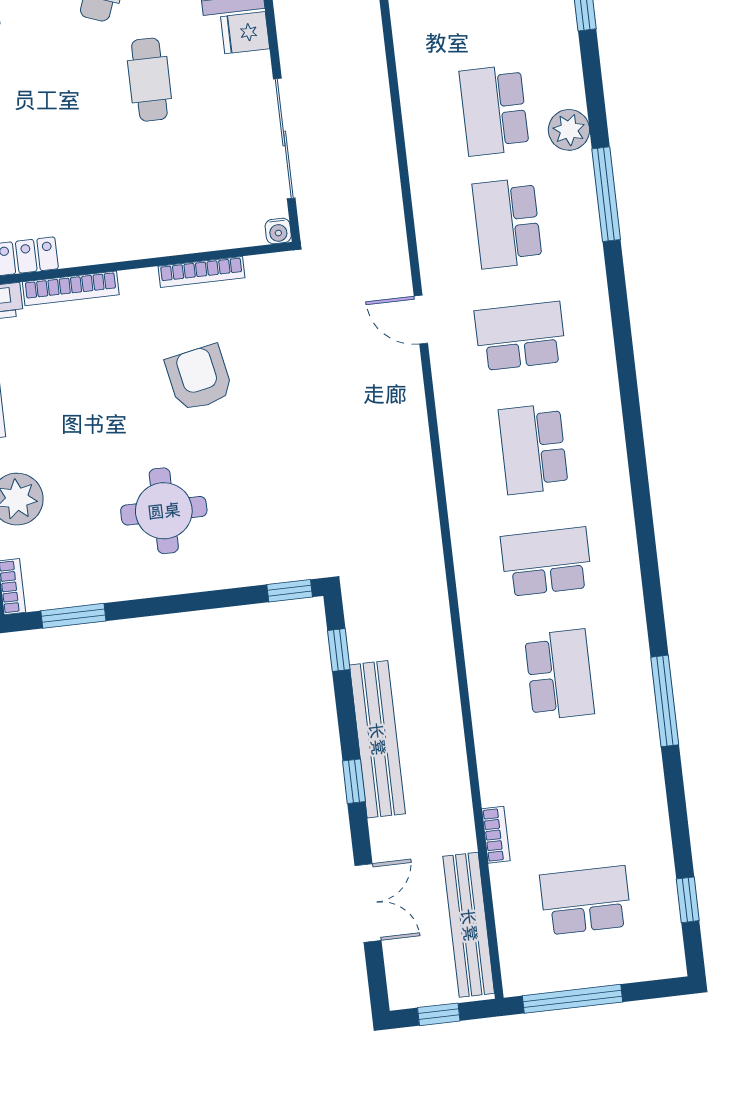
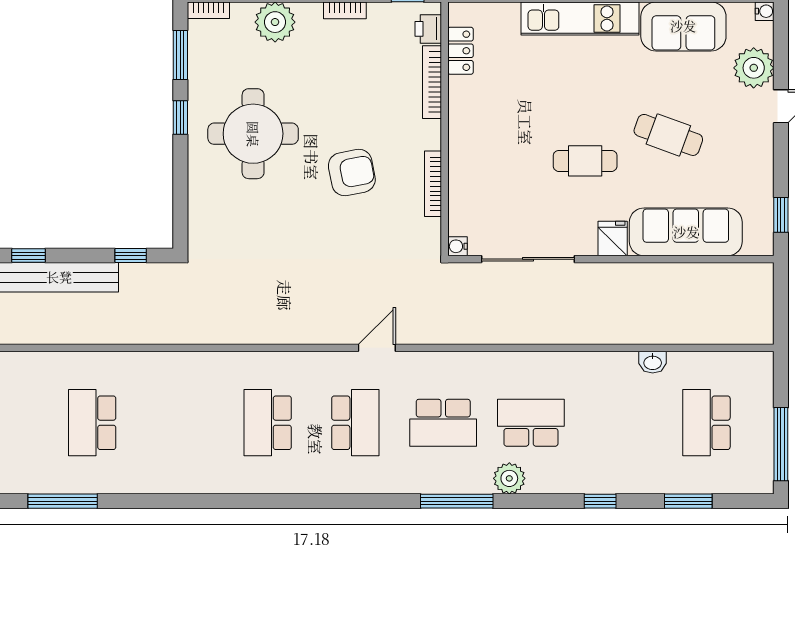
school desk: (507, 223) -> (443, 423), turned 180
school desk: (533, 449) -> (268, 423), turned -90
round table: (164, 511) -> (253, 134), width x1.36, depth x1.36
school desk: (546, 562) -> (180, 423), removed
window: (290, 591) -> (180, 118), moved
school desk: (559, 675) -> (92, 423), turned 90

